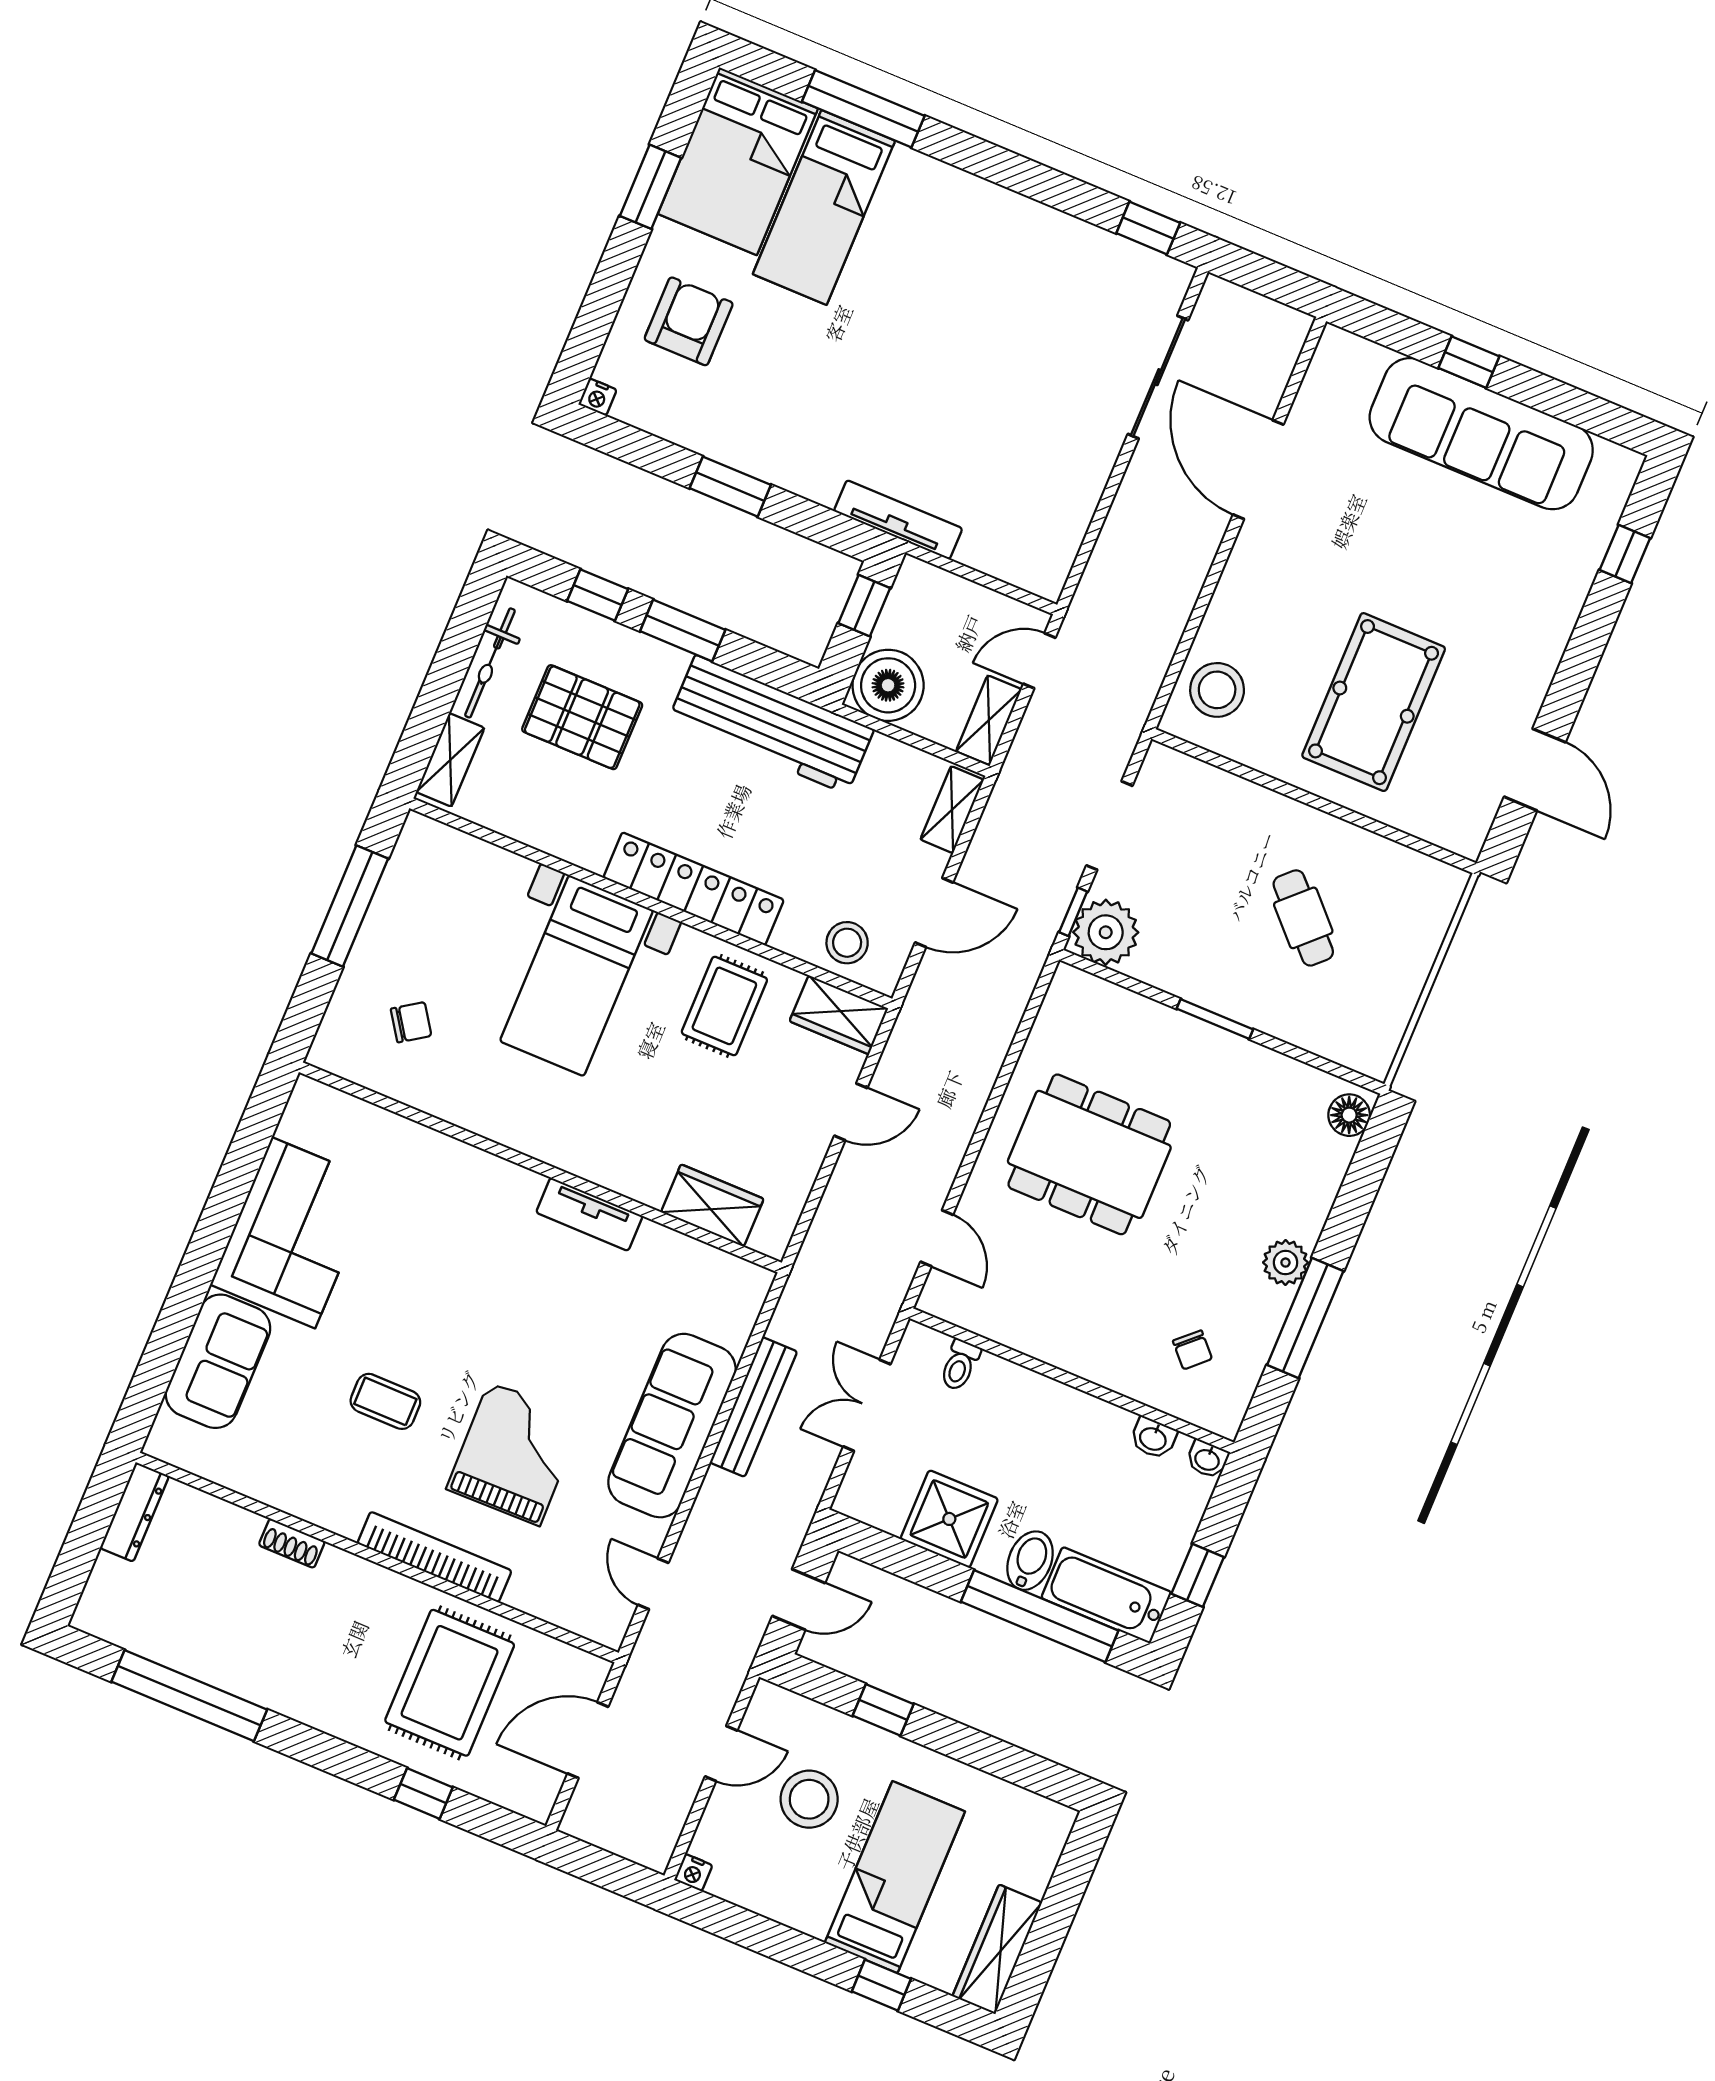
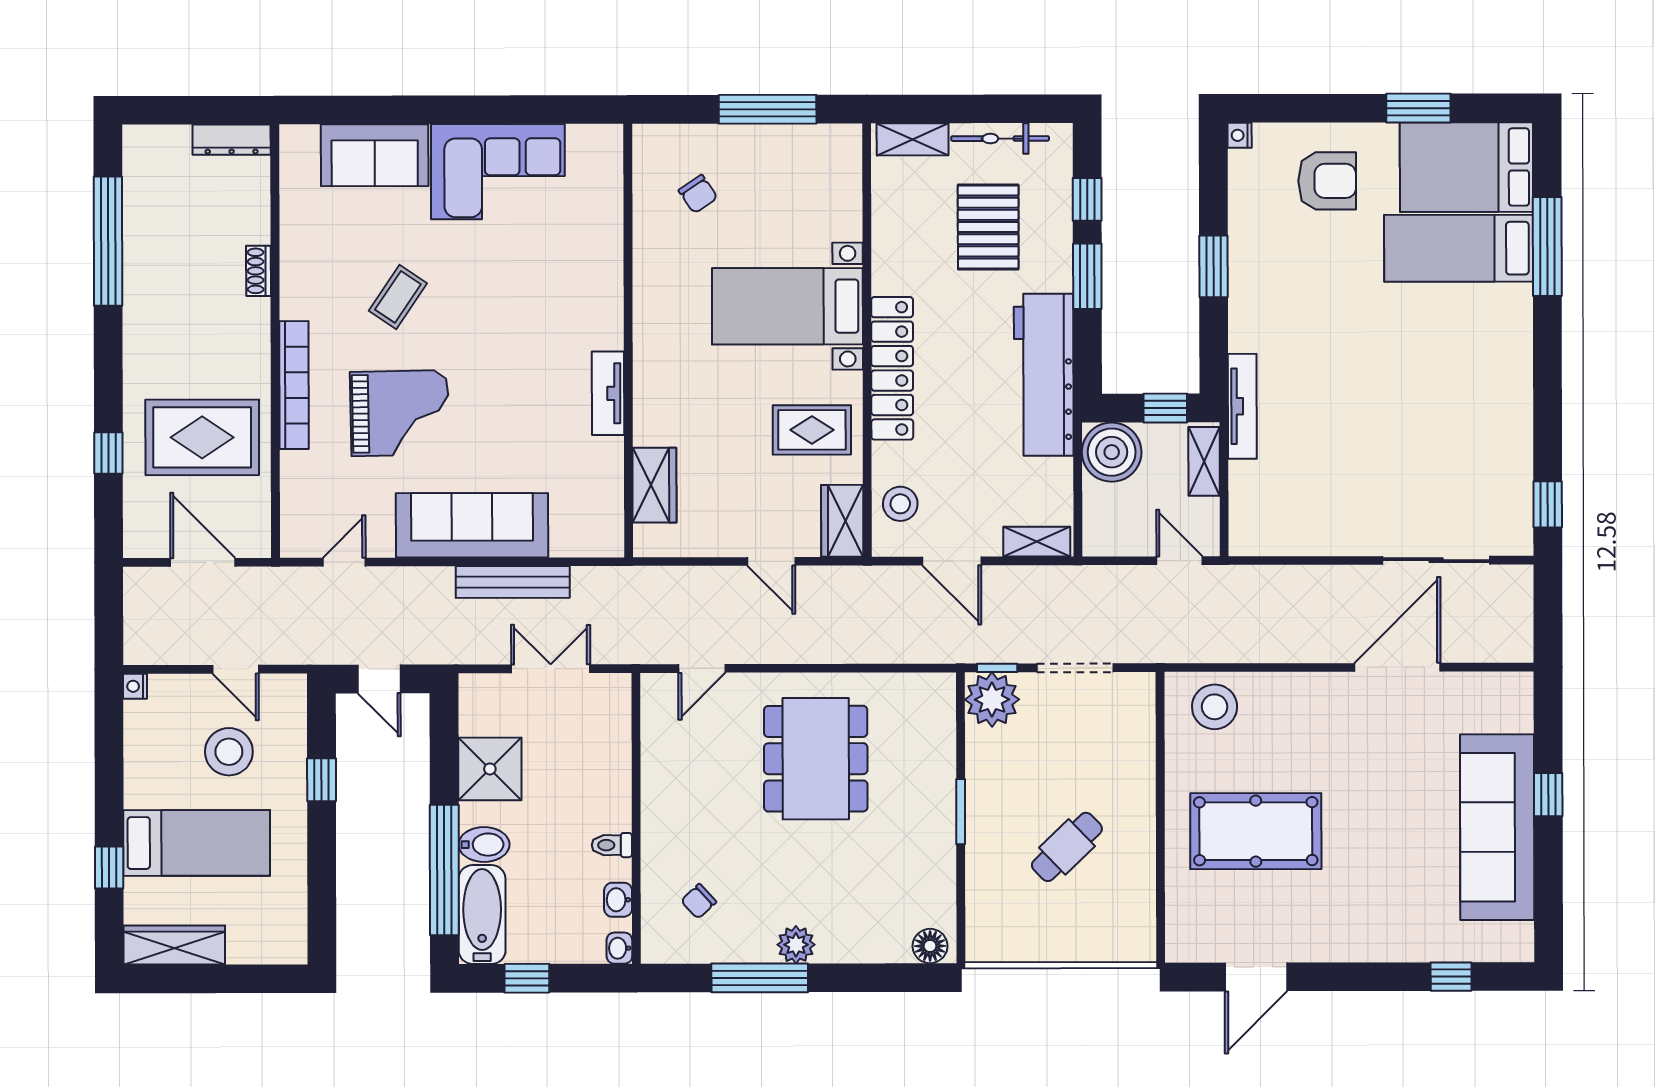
shelving: (989, 720) -> (1204, 461), moved, turned 90
toilet: (960, 1365) -> (612, 845), moved
coffee table: (385, 1401) -> (398, 297), turned 34

